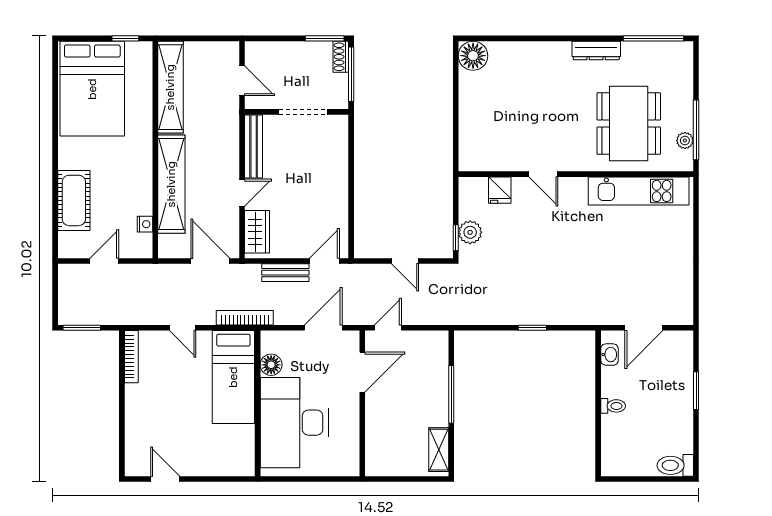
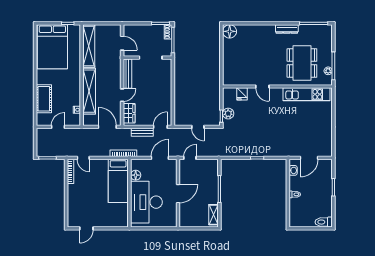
door: (183, 328) -> (83, 158), moved
door: (362, 372) -> (178, 194), moved
door: (165, 479) -> (86, 228), swing flipped

